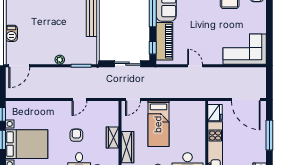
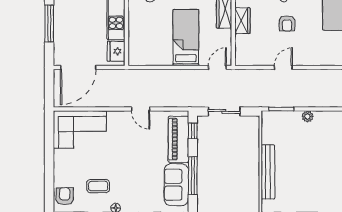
door: (246, 99) -> (78, 67), swing flipped

